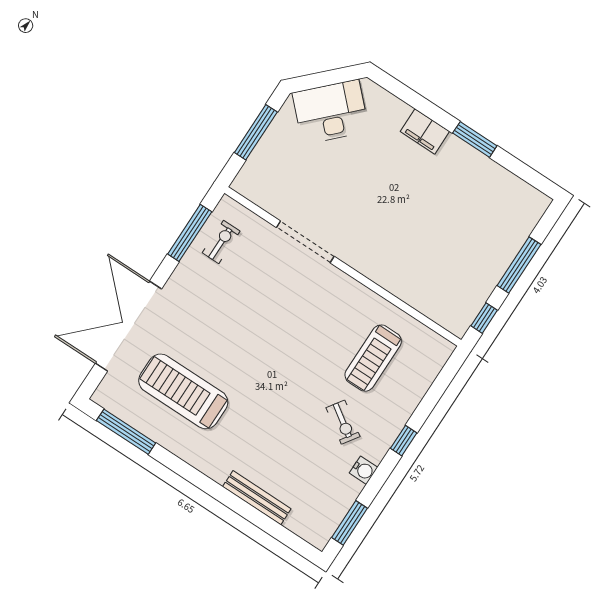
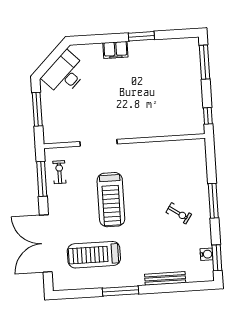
window: (519, 265) -> (205, 62), moved
treadmill: (373, 358) -> (111, 200), moved, width x1.37, depth x1.37
window: (126, 432) -> (120, 291), moved
window: (404, 441) -> (213, 201), width x2.17
water cooler: (364, 470) -> (207, 254), moved

